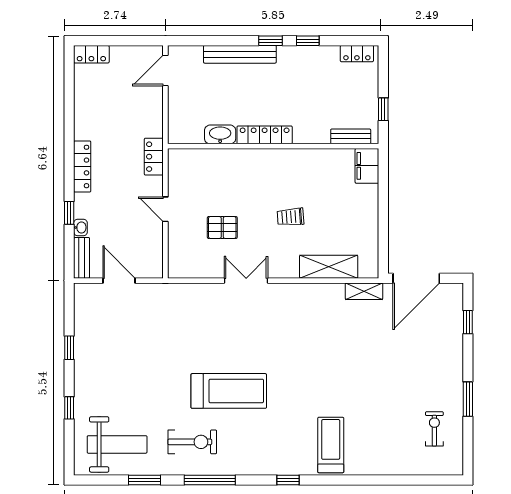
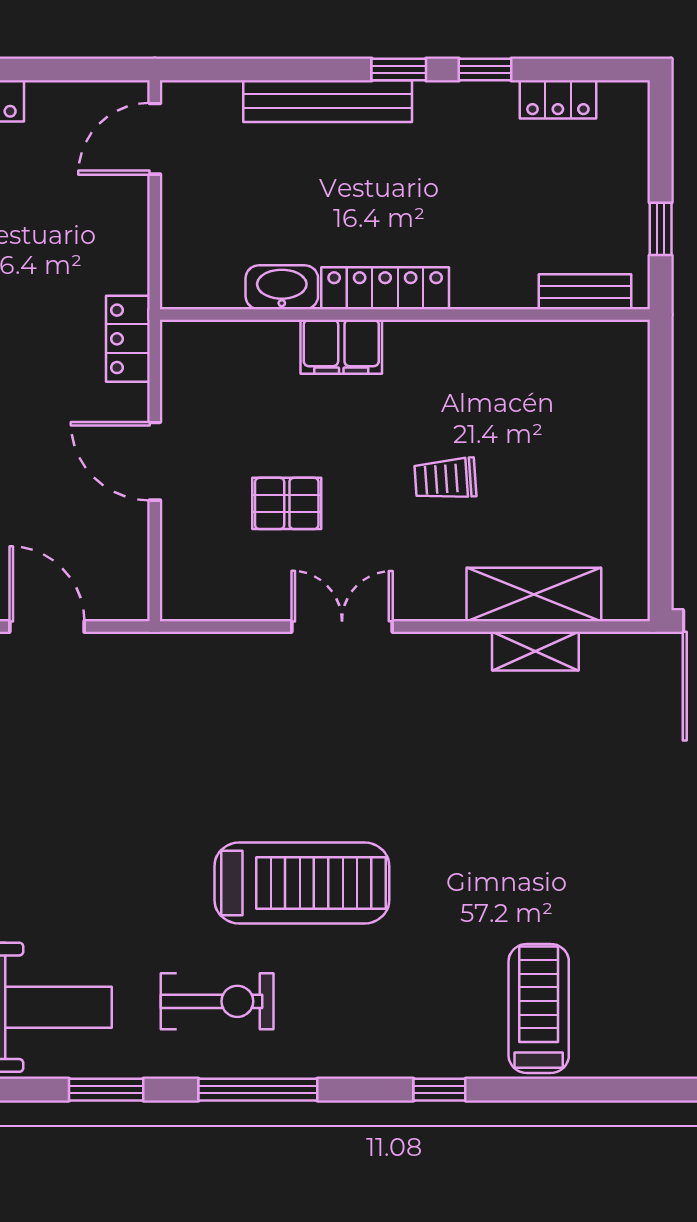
locker: (357, 54) -> (558, 99), moved
filing cabinet: (367, 166) -> (341, 347), moved, turned -90
door: (165, 209) -> (155, 461), width x1.38
shelving: (364, 291) -> (535, 651), moved

